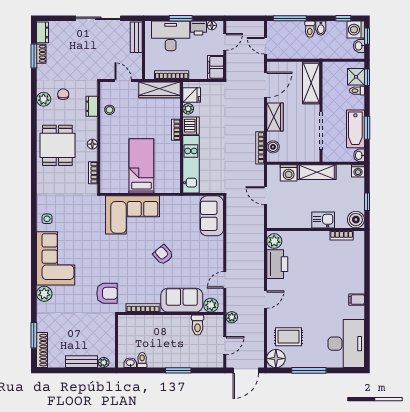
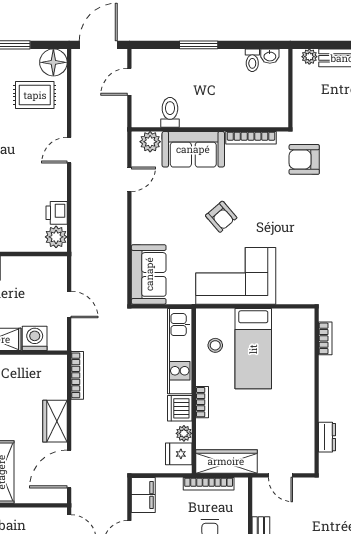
stool: (110, 110) -> (215, 345), moved
floor lamp: (92, 144) -> (326, 381), removed
boiler: (273, 147) -> (58, 377), removed
corner sofa: (132, 215) -> (236, 276), moved
printer: (277, 264) -> (57, 213), width x0.53, depth x0.68
plant: (232, 317) -> (119, 124), removed

